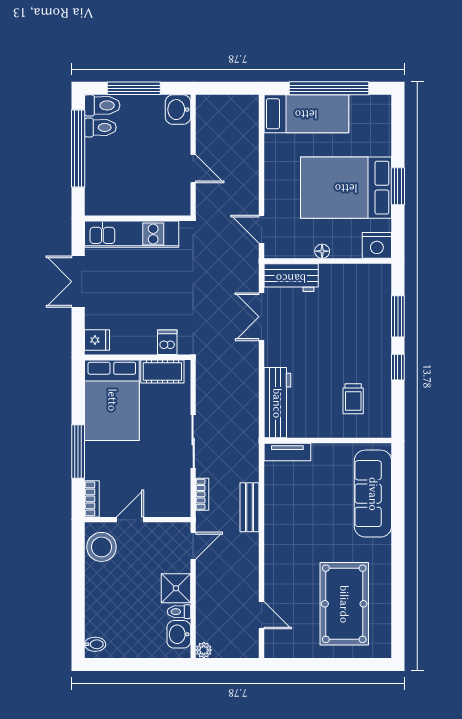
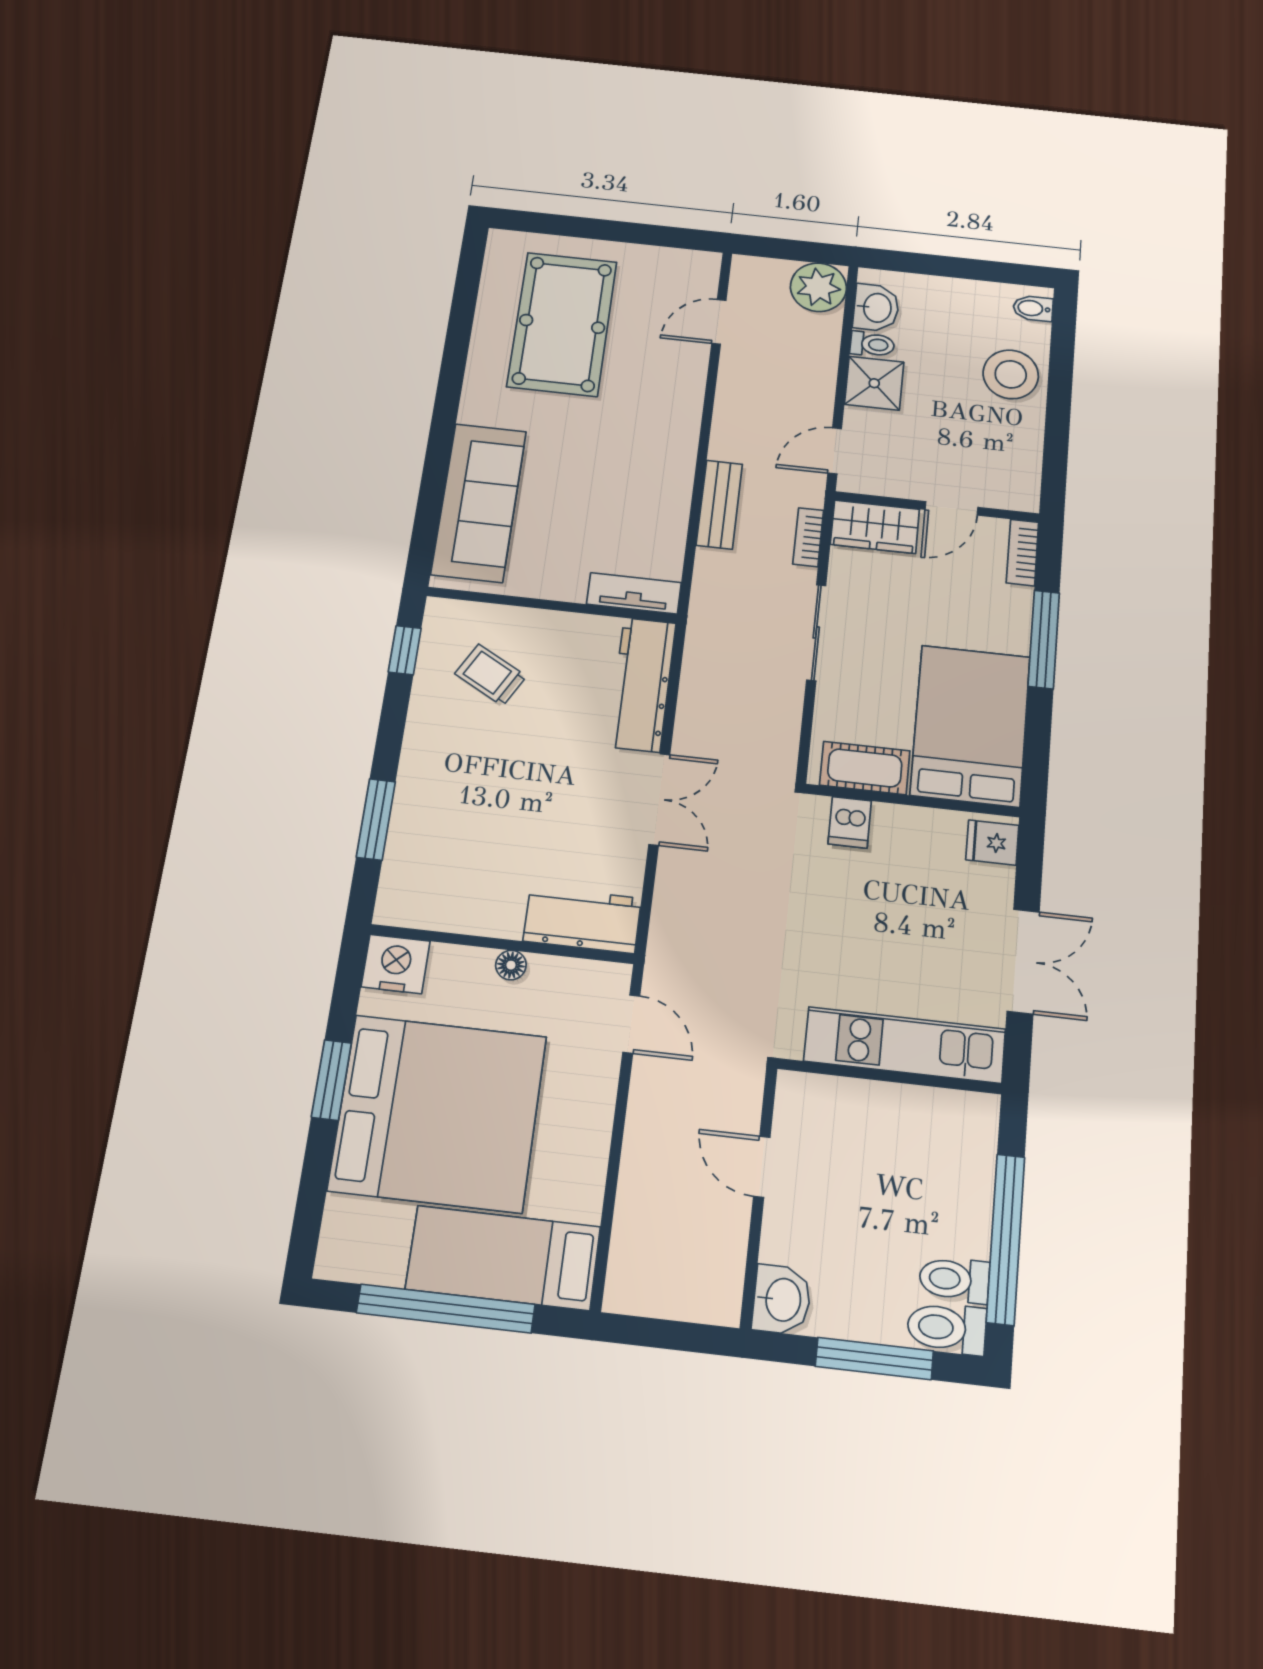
bed: (346, 188) -> (438, 1113), width x1.36
double door: (262, 317) -> (659, 799), moved
window: (398, 367) -> (405, 650), moved
trolley: (353, 399) -> (491, 675), turned -61
wardrobe: (169, 504) -> (875, 527), added
stool: (101, 547) -> (1011, 374), moved
door: (262, 615) -> (719, 322), hinge flipped
plant: (204, 650) -> (818, 287), width x1.88, depth x1.88

